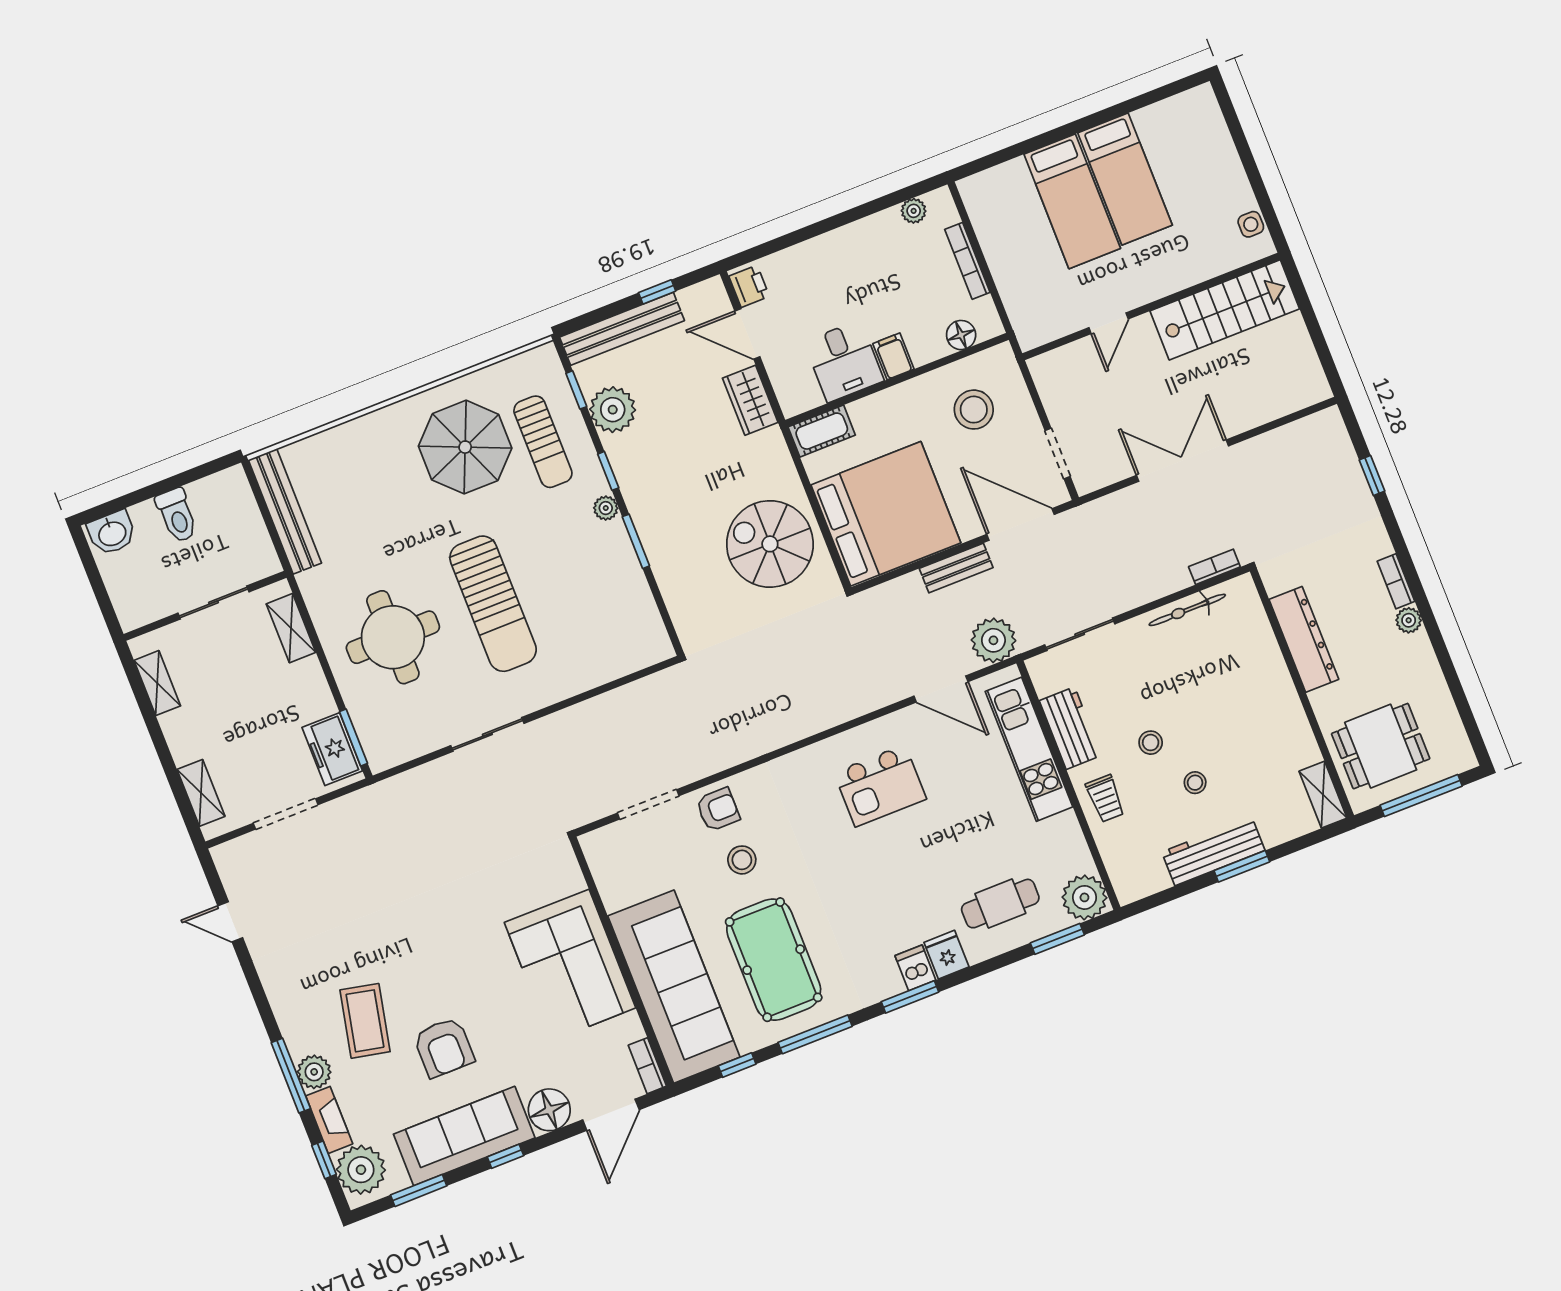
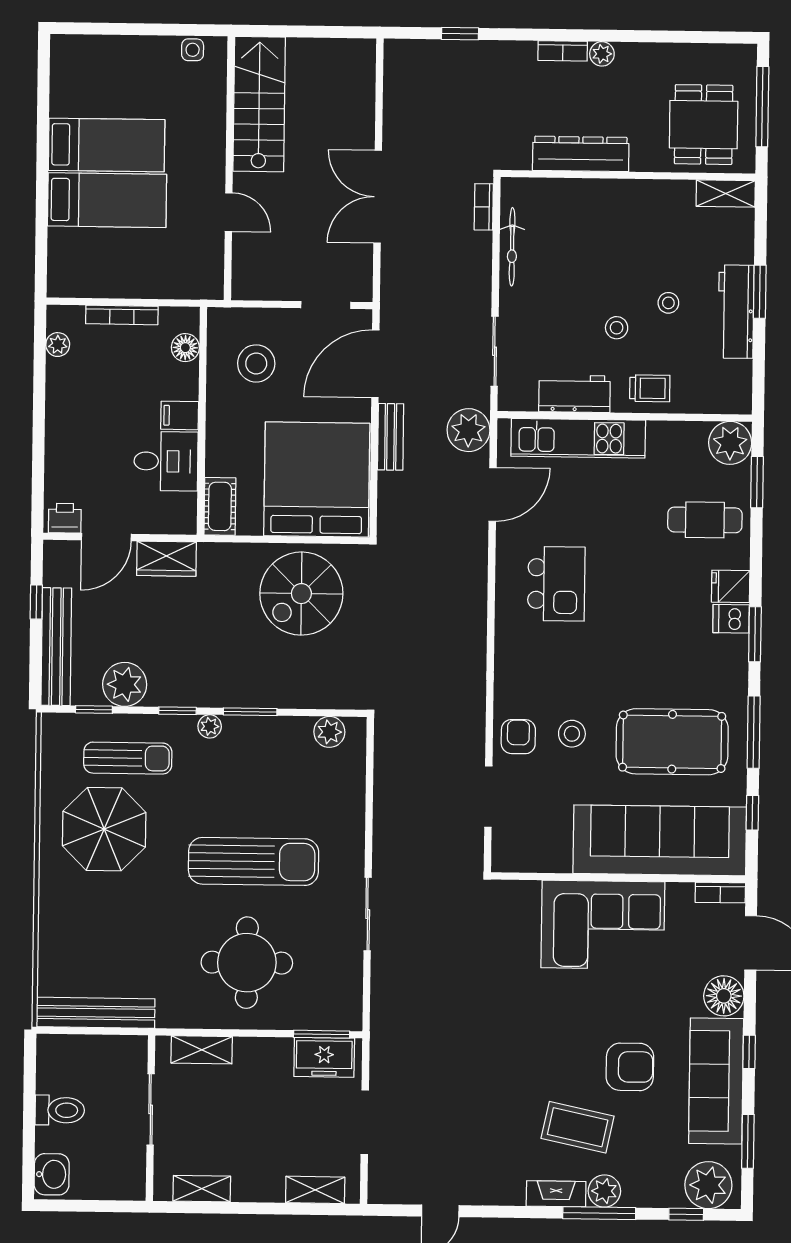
plant: (648, 626) -> (329, 732), added
cafe table: (1000, 904) -> (705, 520), turned 90
fireplace: (329, 1120) -> (556, 1194), moved

